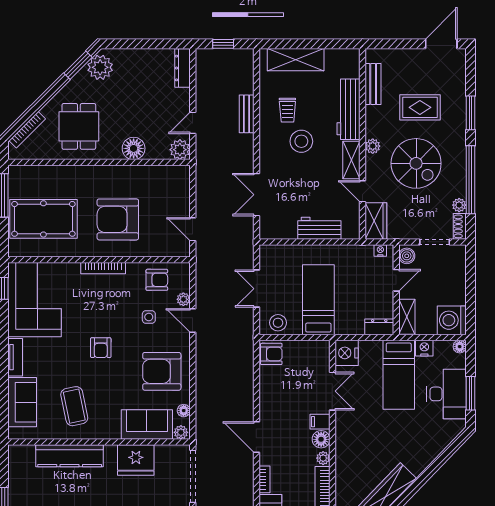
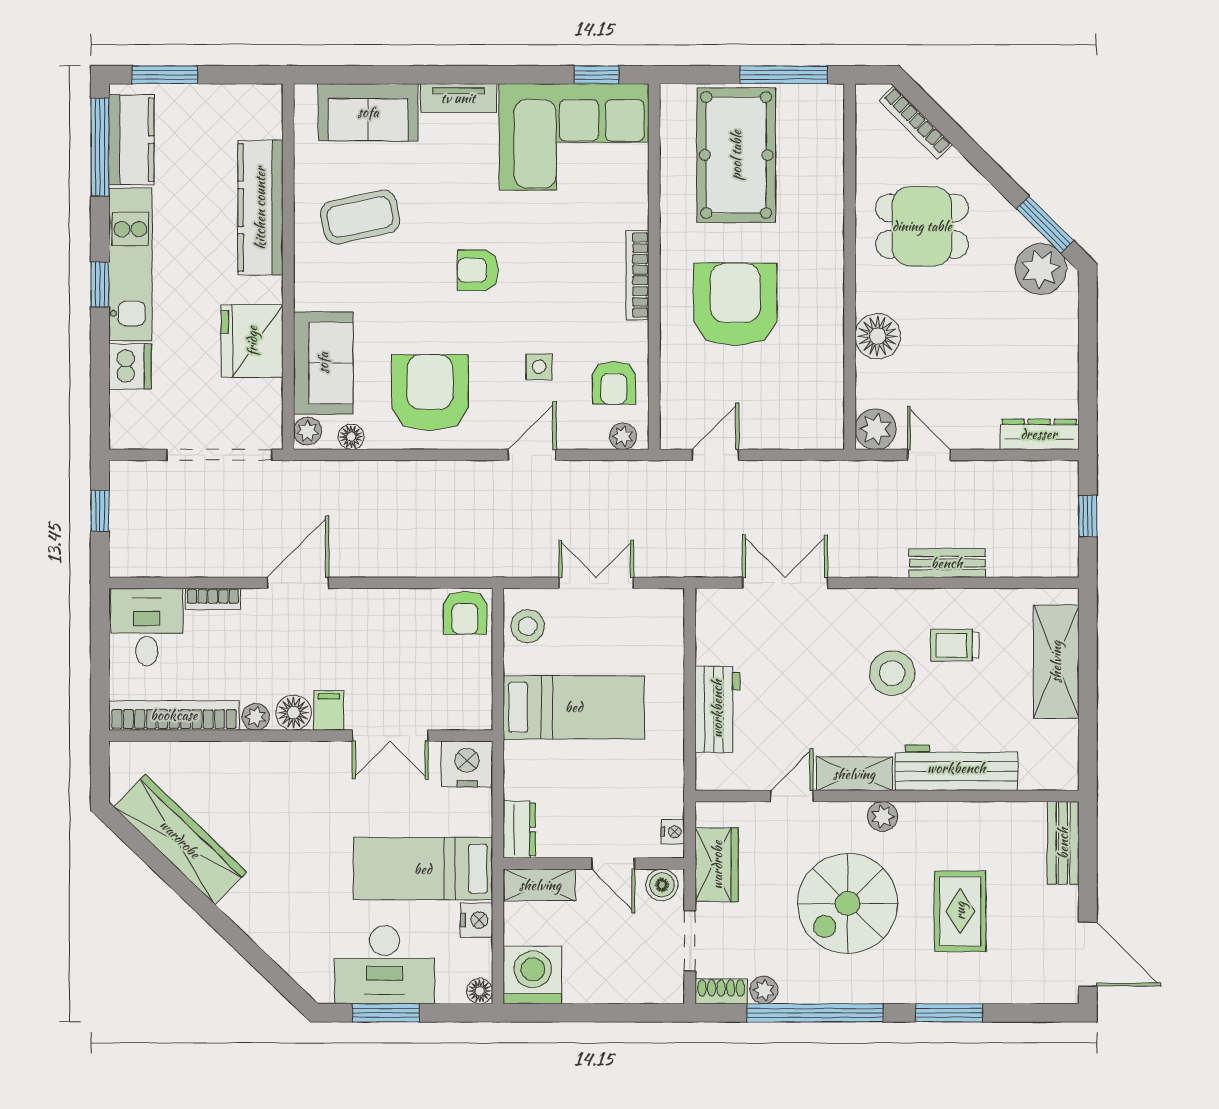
bench: (373, 84) -> (1063, 843), moved, turned 90
wardrobe: (376, 221) -> (717, 865), moved, turned -90
plant: (183, 299) -> (623, 436), moved

